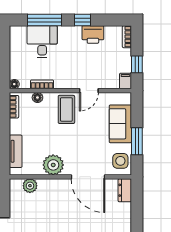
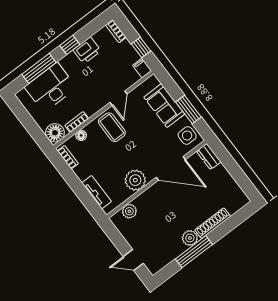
desk: (42, 42) -> (50, 87), width x1.37
floor lamp: (14, 84) -> (55, 133), width x1.89, depth x1.89

